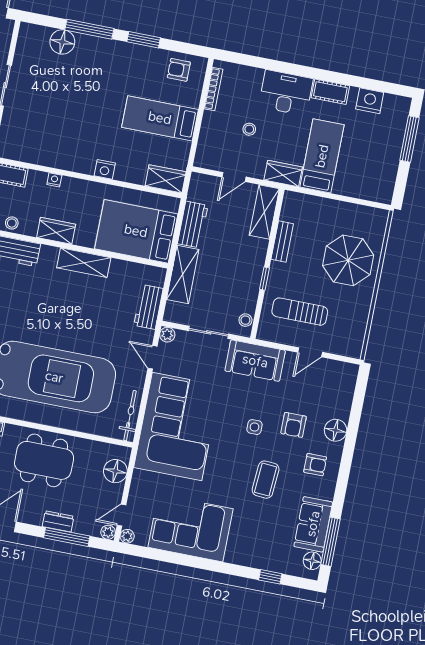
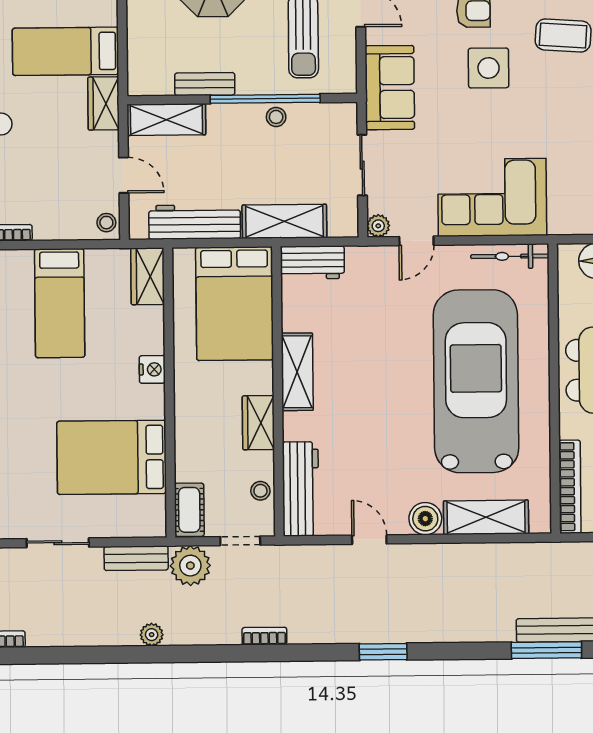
stool: (249, 129) -> (106, 223), moved
bed: (53, 131) -> (112, 457), added
nightstand: (54, 180) -> (183, 441), removed
workbench: (193, 225) -> (195, 222), width x1.38
window: (264, 279) -> (265, 99), width x3.17
workbench: (149, 307) -> (312, 262), moved
stool: (245, 320) -> (276, 117), moved
corner sofa: (177, 427) -> (492, 197), width x0.73, depth x0.74
side table: (255, 427) -> (489, 68), width x1.87, depth x1.87

